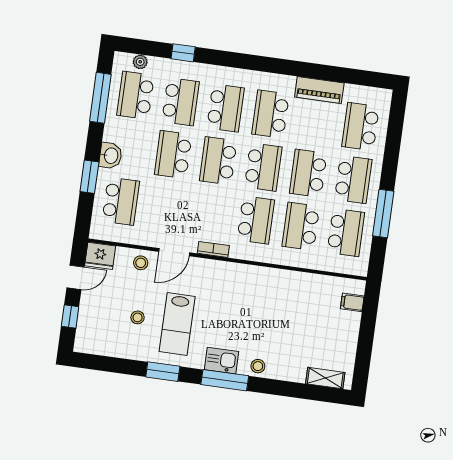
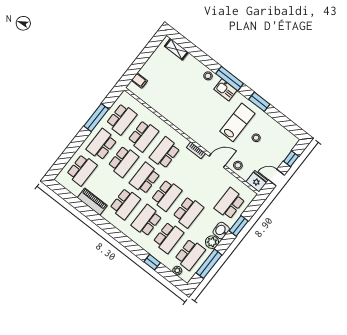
school desk: (180, 102) -> (168, 238), turned 180
plant: (114, 131) -> (212, 242), added
school desk: (346, 232) -> (122, 119), turned 180

